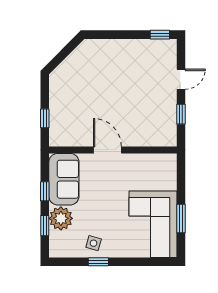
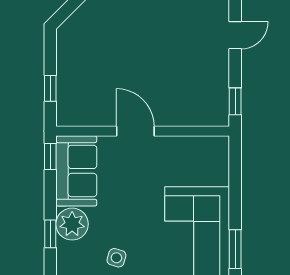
window: (181, 114) -> (235, 101), moved
window: (45, 191) -> (50, 156), moved
window: (181, 218) -> (235, 249), moved

